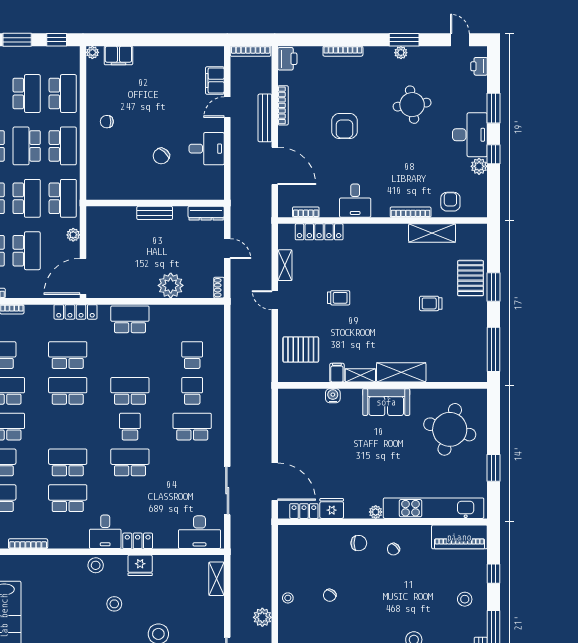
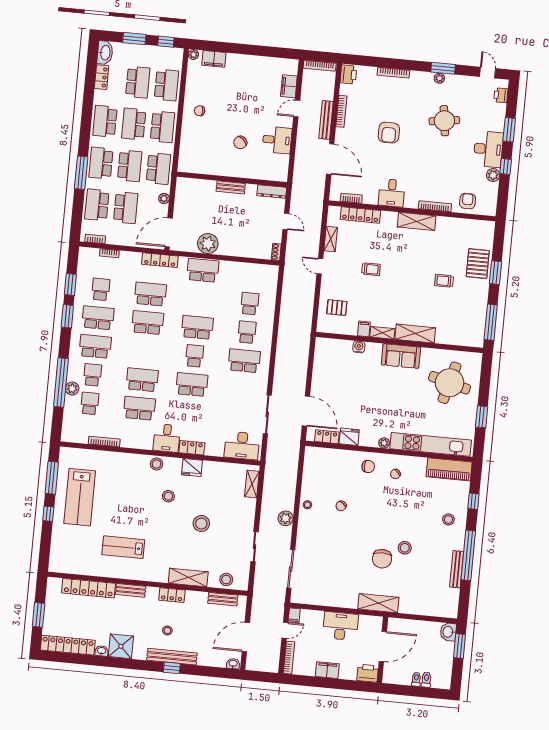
shelving: (432, 233) -> (417, 221), moved
plant: (171, 285) -> (208, 244), moved
pallet: (301, 350) -> (337, 308), width x0.67, depth x0.71

